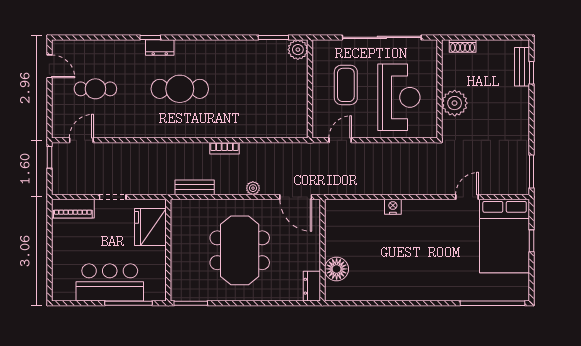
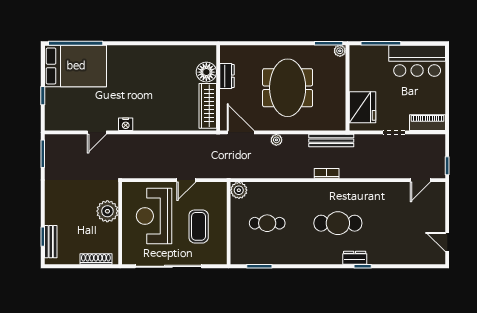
shoe rack: (463, 46) -> (96, 259), width x1.43
plant: (298, 50) -> (239, 190), moved
cafe table: (95, 89) -> (267, 223), moved
door: (340, 140) -> (186, 180), moved
bookcase: (224, 148) -> (327, 173), moved
bench: (195, 187) -> (331, 141), width x1.36
nightstand: (393, 207) -> (126, 124), moved
wardrobe: (335, 229) -> (208, 106), added
bed: (505, 236) -> (76, 66), moved, turned 90
bar counter: (110, 282) -> (417, 61), moved
dresser: (312, 286) -> (227, 76), moved
plant: (177, 294) -> (340, 51), added

